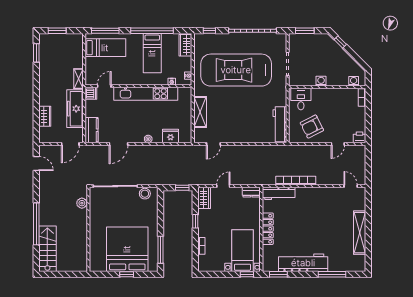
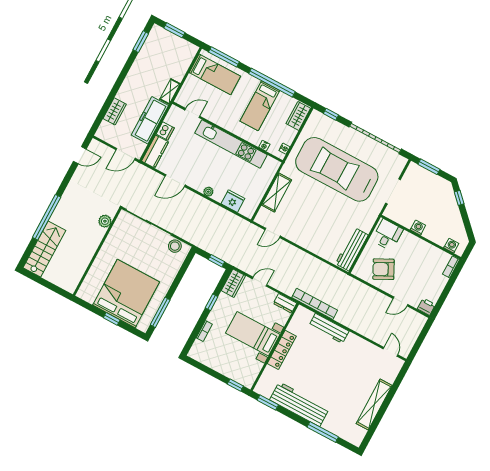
dishwasher: (91, 93) -> (165, 131), moved
door: (36, 163) -> (80, 155), hinge flipped
bookcase: (296, 181) -> (315, 304), moved
workbench: (279, 193) -> (329, 328), moved
bed with nightstands: (242, 251) -> (253, 334), moved, turned -90

